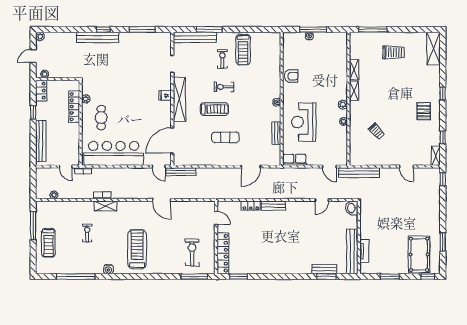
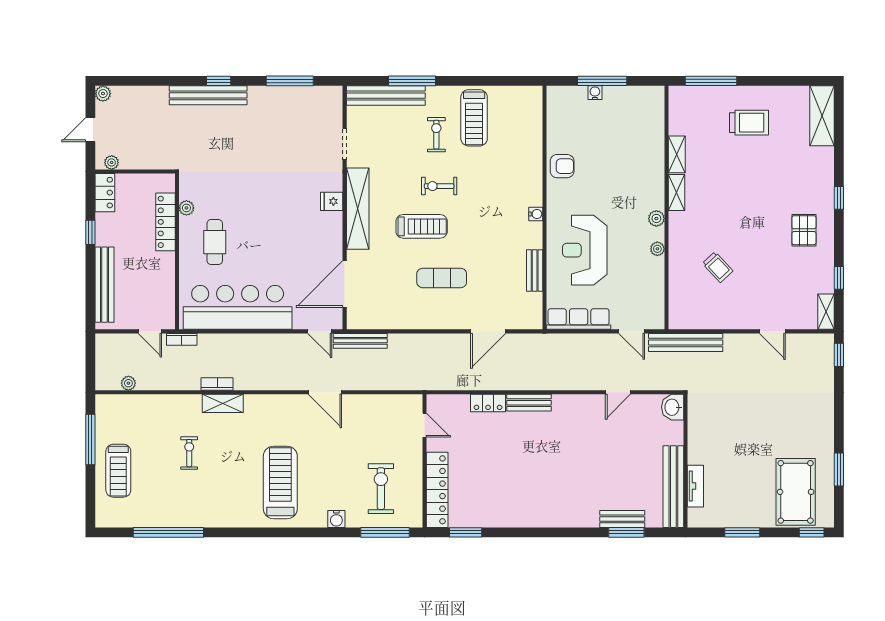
row of seats: (295, 160) -> (579, 319), width x1.48
water cooler: (108, 269) -> (336, 519), moved

